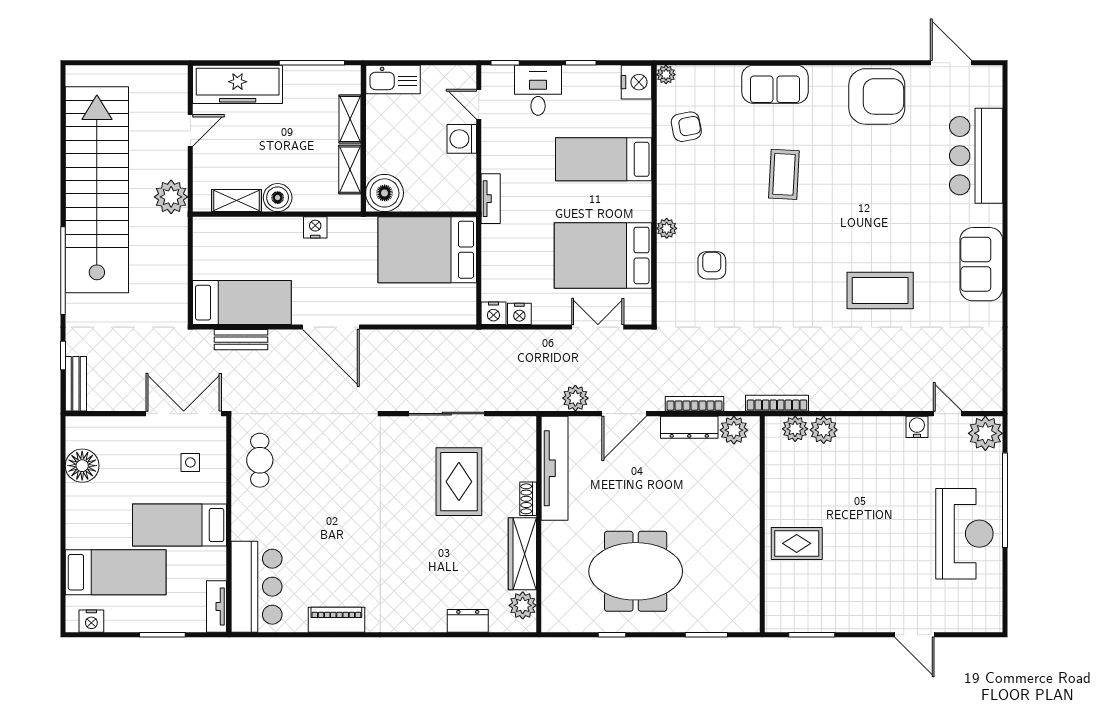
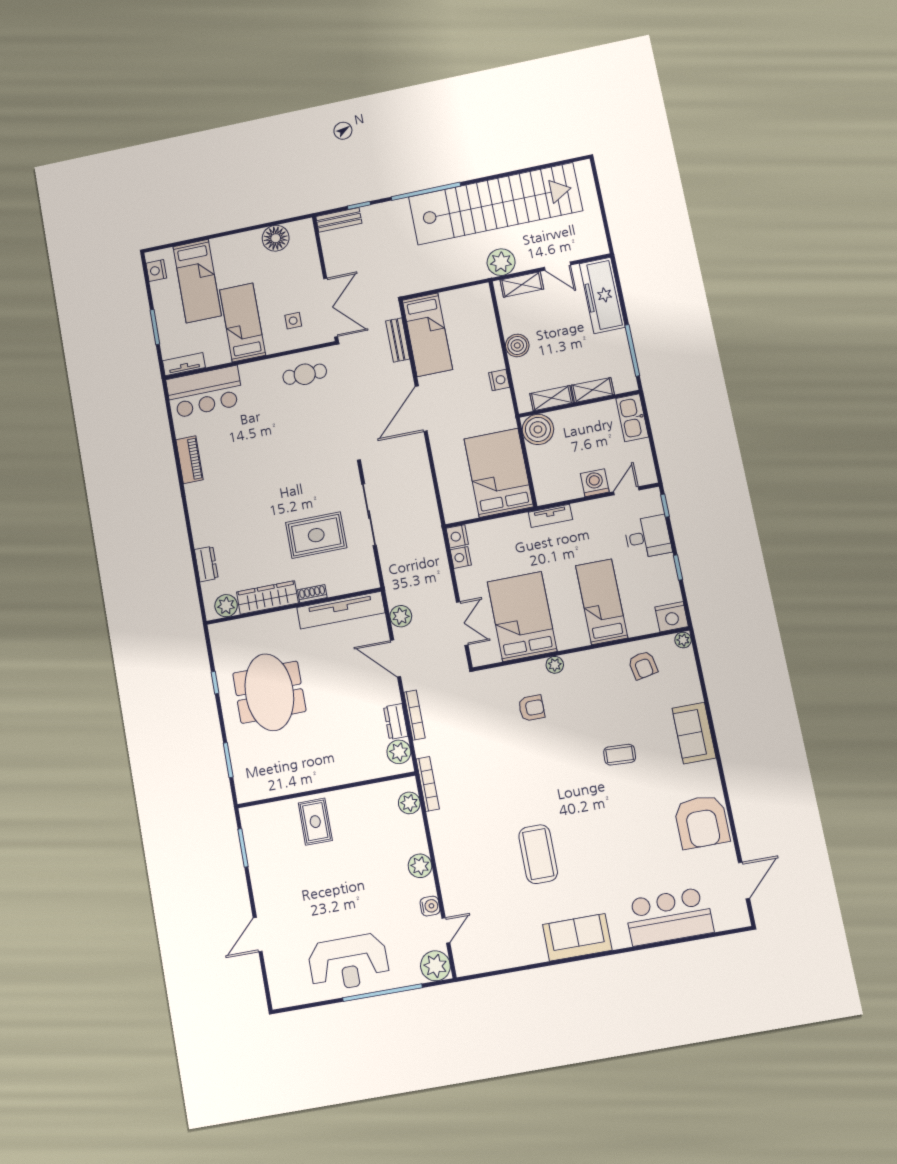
coffee table: (784, 174) -> (620, 755), width x0.73, depth x0.77
shelving: (237, 201) -> (522, 284), moved, turned 90
dresser: (689, 427) -> (396, 722), width x0.70
plant: (824, 430) -> (420, 866), moved

